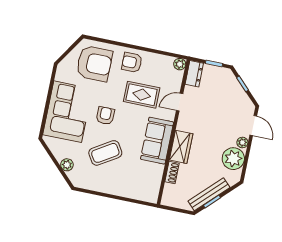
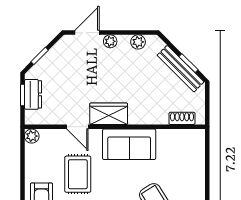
dresser: (194, 74) -> (33, 94), moved, turned 90
wardrobe: (181, 147) -> (109, 114), moved
plant: (233, 159) -> (138, 42), width x0.53, depth x0.53
shoe rack: (172, 173) -> (182, 118), moved

